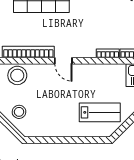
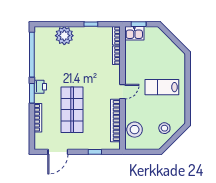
lab bench: (100, 112) -> (162, 87), moved, turned -90

